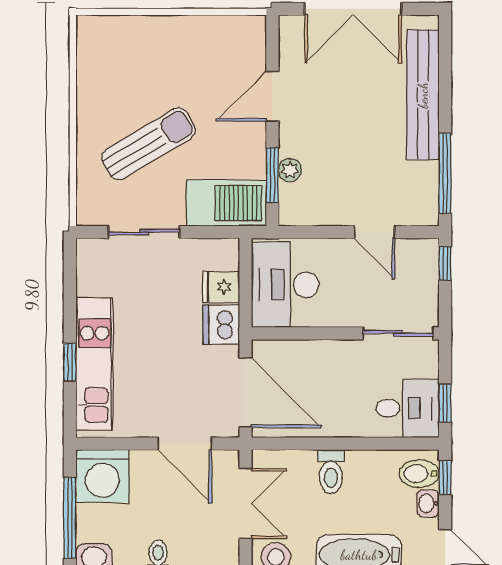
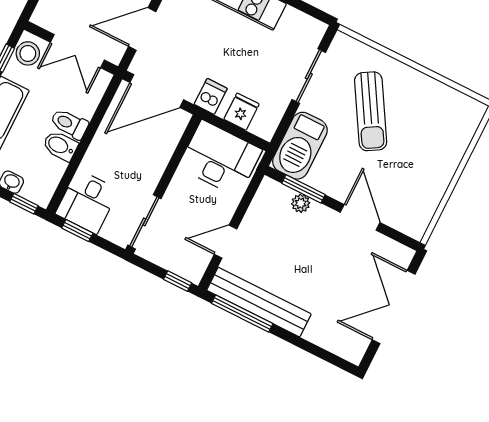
bench: (423, 95) -> (259, 302), moved
dishwasher: (221, 324) -> (211, 96), width x0.73
bidet: (419, 474) -> (60, 146), moved, turned -90

